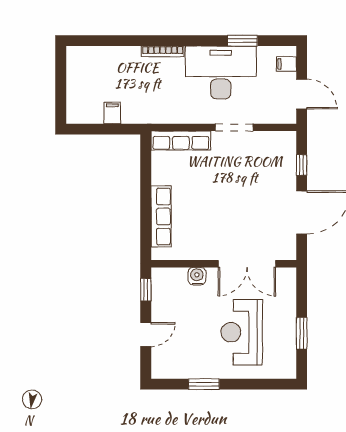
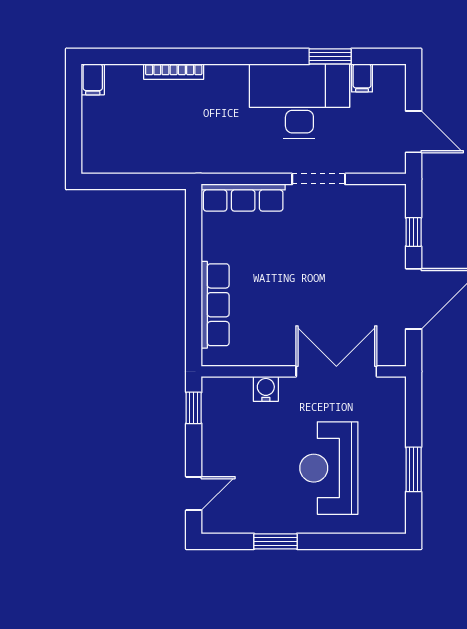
bookcase: (163, 51) -> (174, 72), moved
filing cabinet: (286, 64) -> (362, 78), moved, turned -90
filing cabinet: (112, 113) -> (93, 79), moved, turned 180
double door: (247, 264) -> (336, 371), swing flipped
door: (146, 334) -> (194, 493), moved

